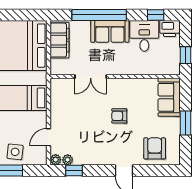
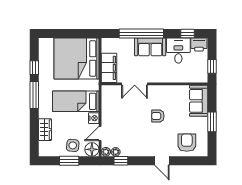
filing cabinet: (60, 40) -> (109, 68), moved
nightstand: (41, 119) -> (94, 118), added
floor lamp: (39, 157) -> (92, 149), added

